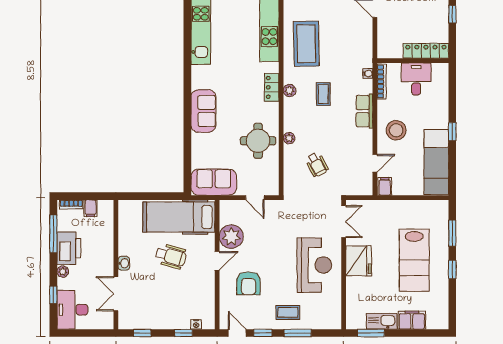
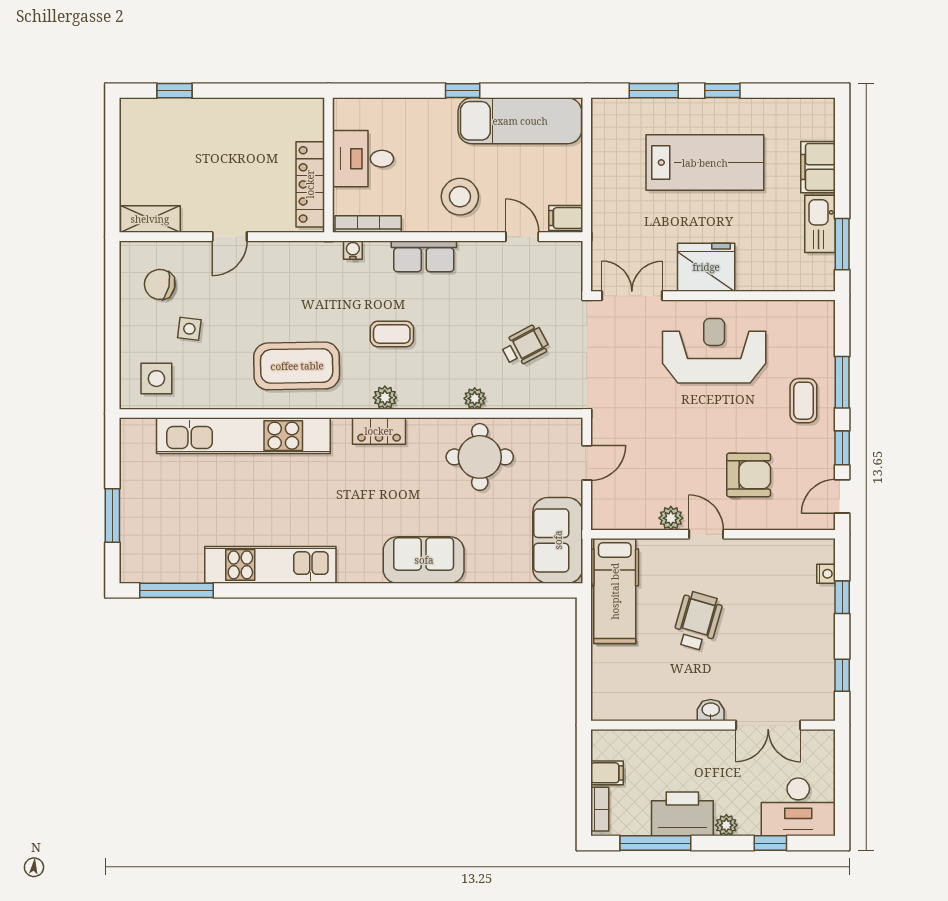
window: (452, 14) -> (241, 91), removed
locker: (426, 51) -> (310, 184), moved
hospital bed: (179, 217) -> (615, 591), width x0.73, depth x0.78
plant: (231, 237) -> (671, 518), width x0.53, depth x0.53

